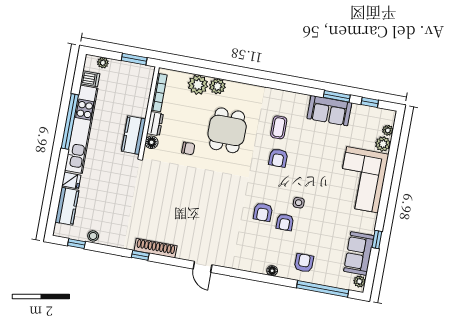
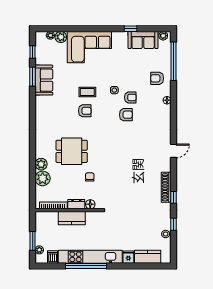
window: (134, 59) -> (33, 241), moved
coffee table: (279, 127) -> (87, 92), moved
kitchen counter: (134, 135) -> (72, 218), moved
window: (76, 244) -> (173, 224), moved

